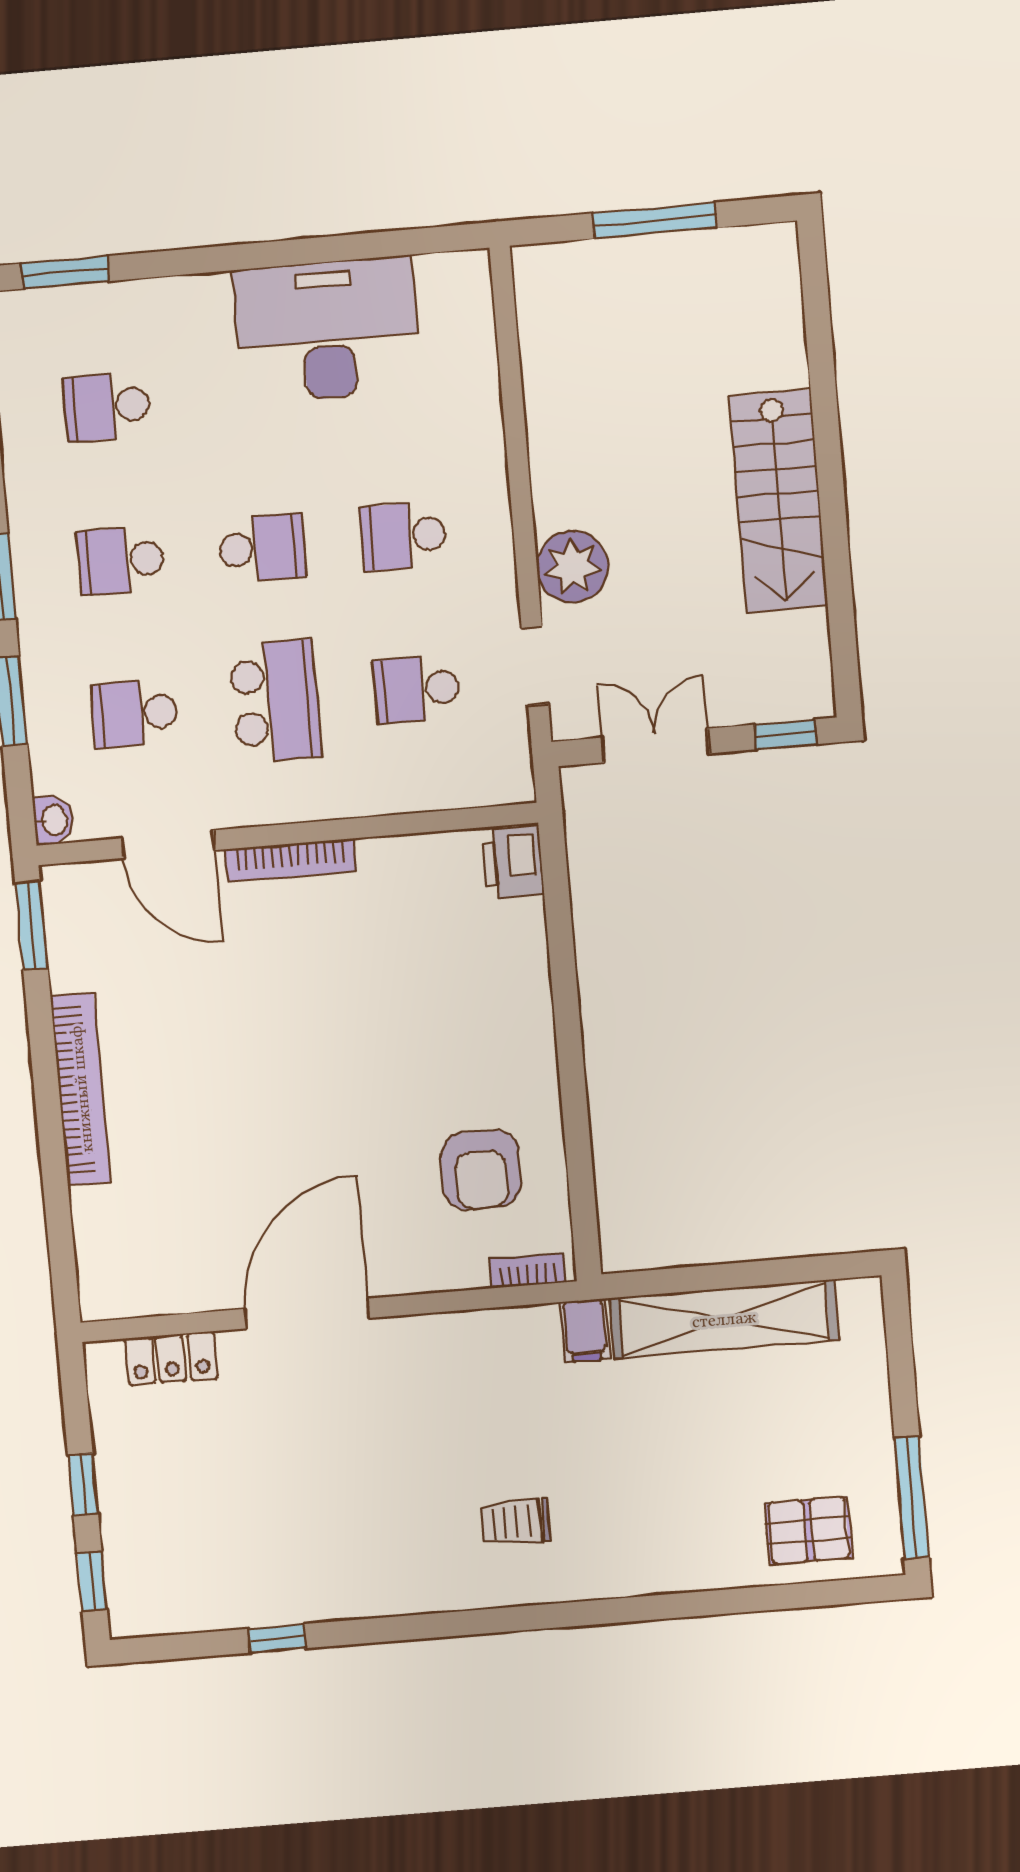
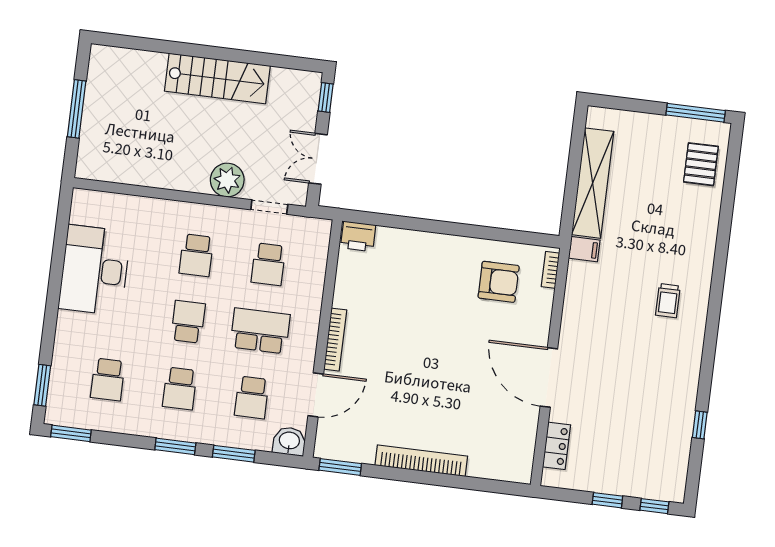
washbasin: (54, 820) -> (289, 441), width x1.38, depth x1.45

